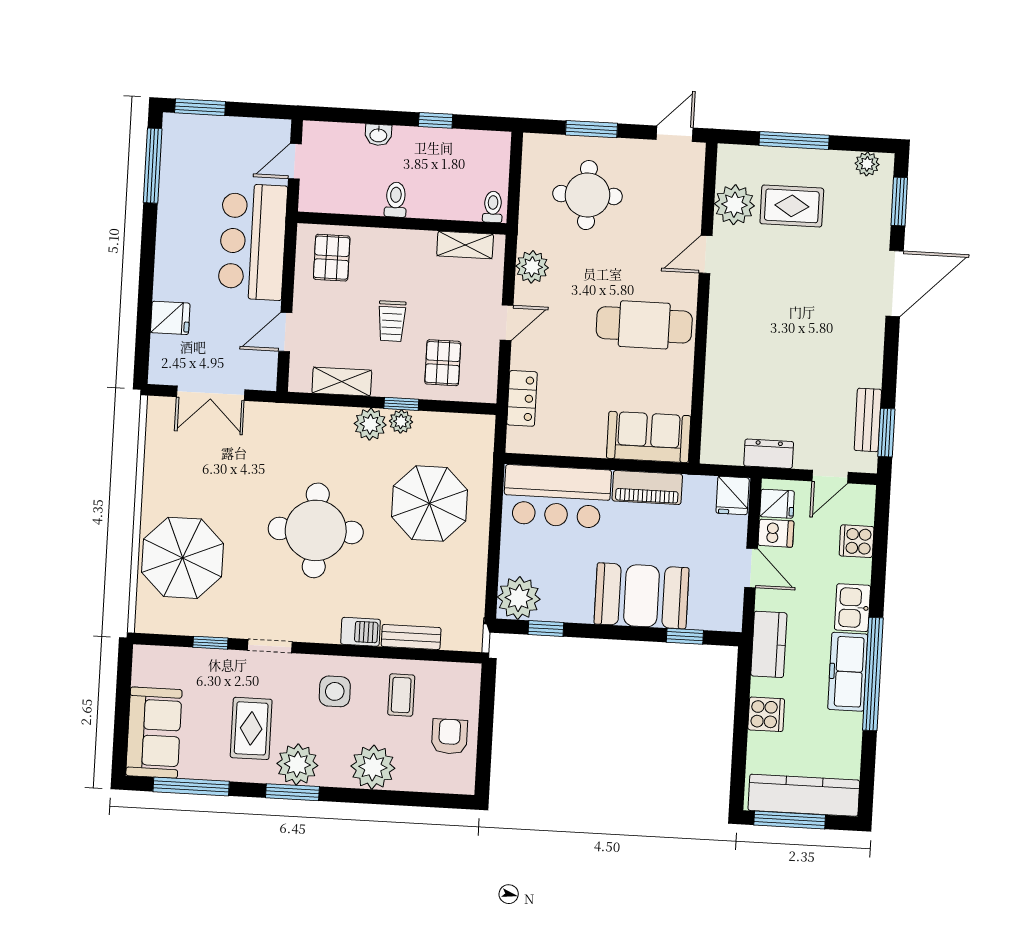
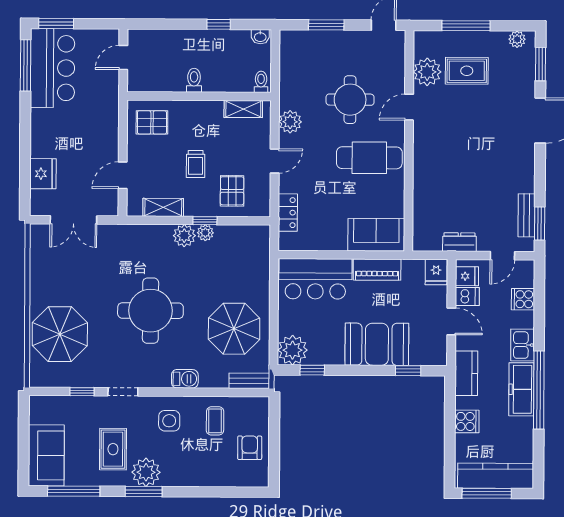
washbasin: (378, 135) -> (260, 37), moved
round table: (587, 195) -> (350, 100), moved
bar counter: (253, 242) -> (52, 68), moved, turned 180
pallet: (332, 258) -> (152, 122), turned 90
fridge: (170, 318) -> (43, 174), width x1.38
parasol: (430, 503) -> (234, 329), moved
bench: (411, 637) -> (249, 381), moved
plant: (373, 767) -> (198, 471), removed

